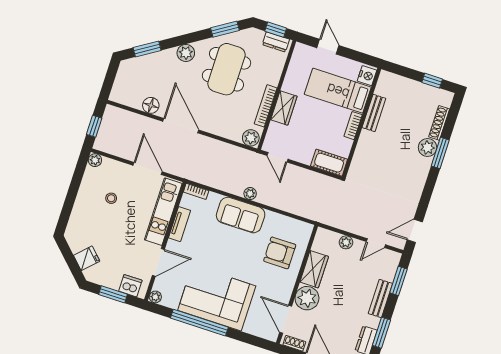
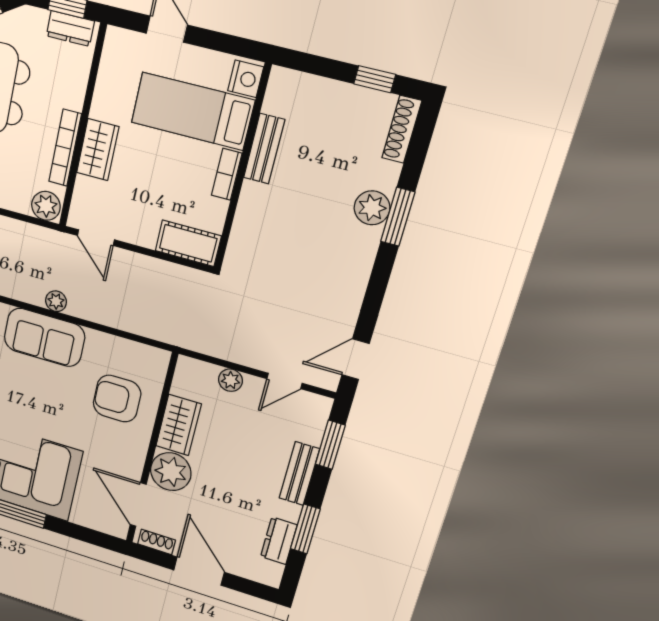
shoe rack: (439, 123) -> (402, 129), moved

